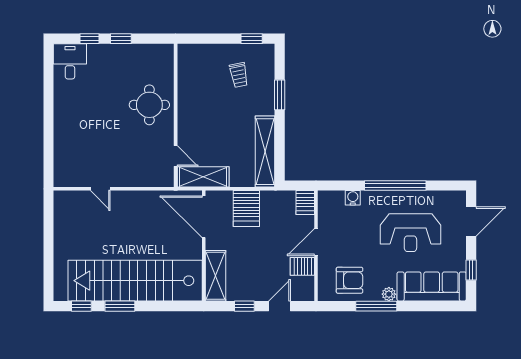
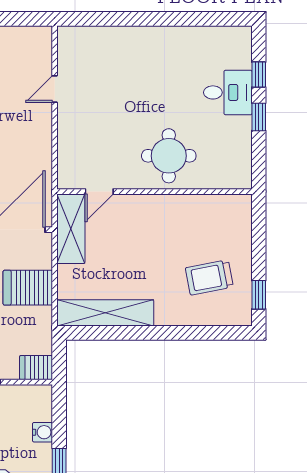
desk: (70, 61) -> (228, 92), moved
trolley: (239, 75) -> (209, 277), width x1.36, depth x1.39
window: (280, 95) -> (182, 333), removed

